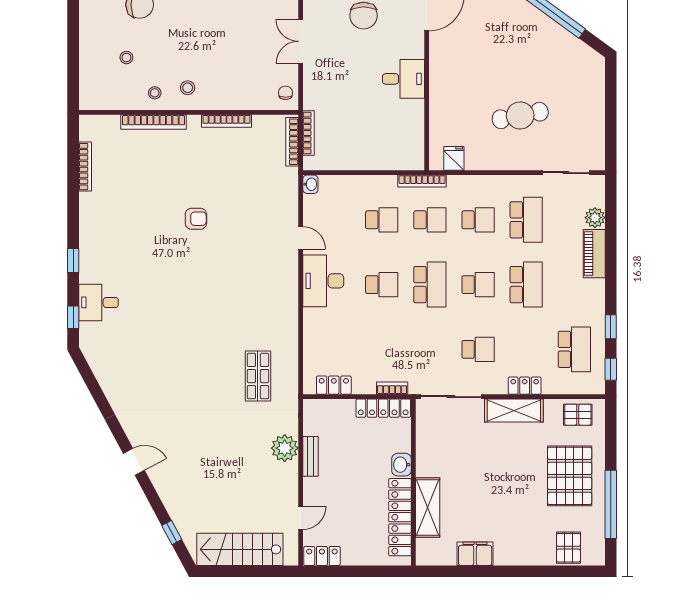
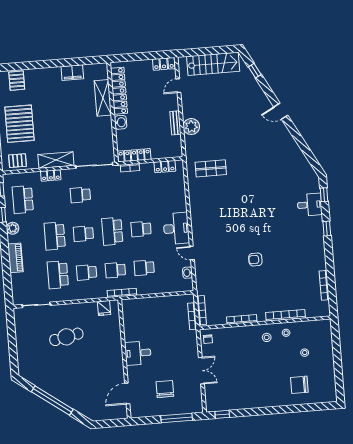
washbasin: (310, 184) -> (188, 273), moved
plant: (595, 218) -> (13, 228), moved
shop shelf: (258, 376) -> (211, 168), turned 90

